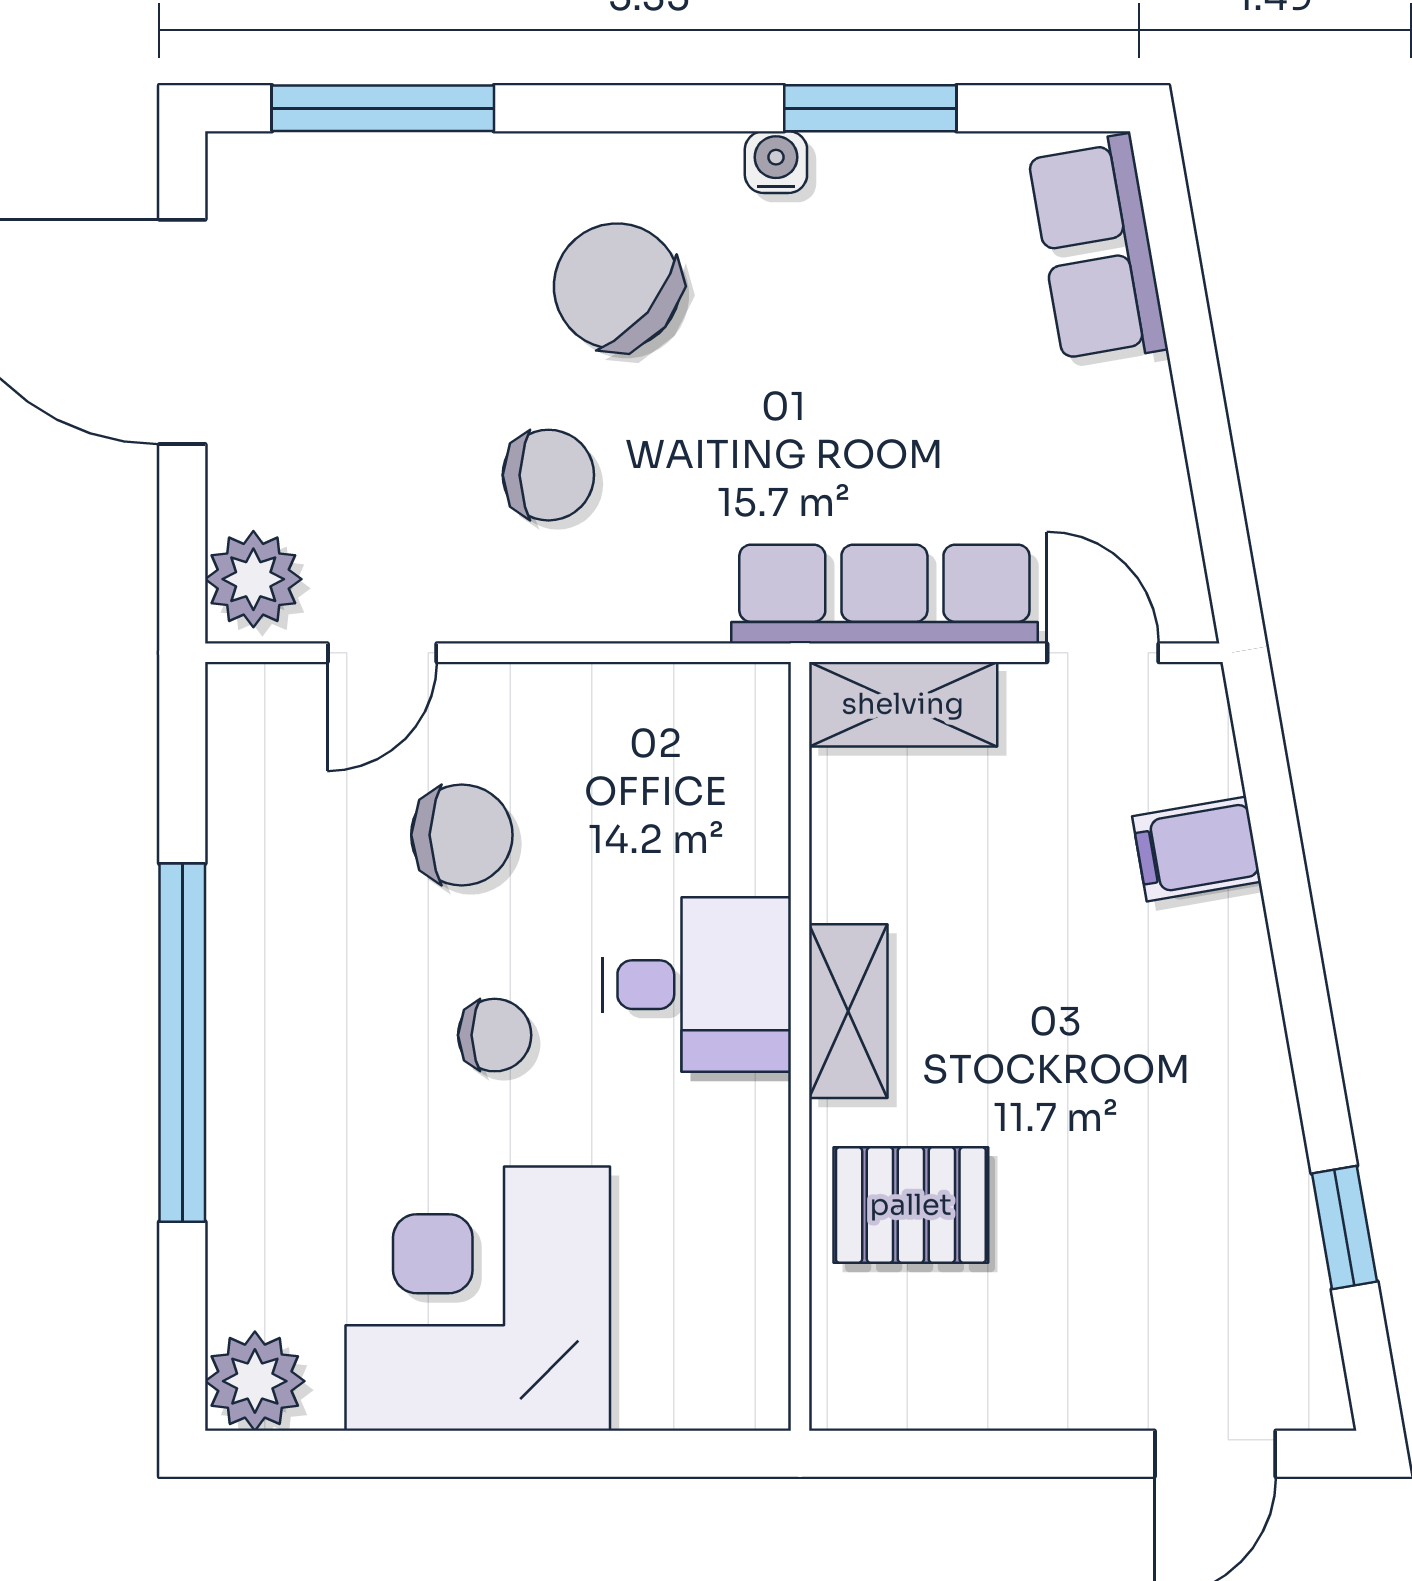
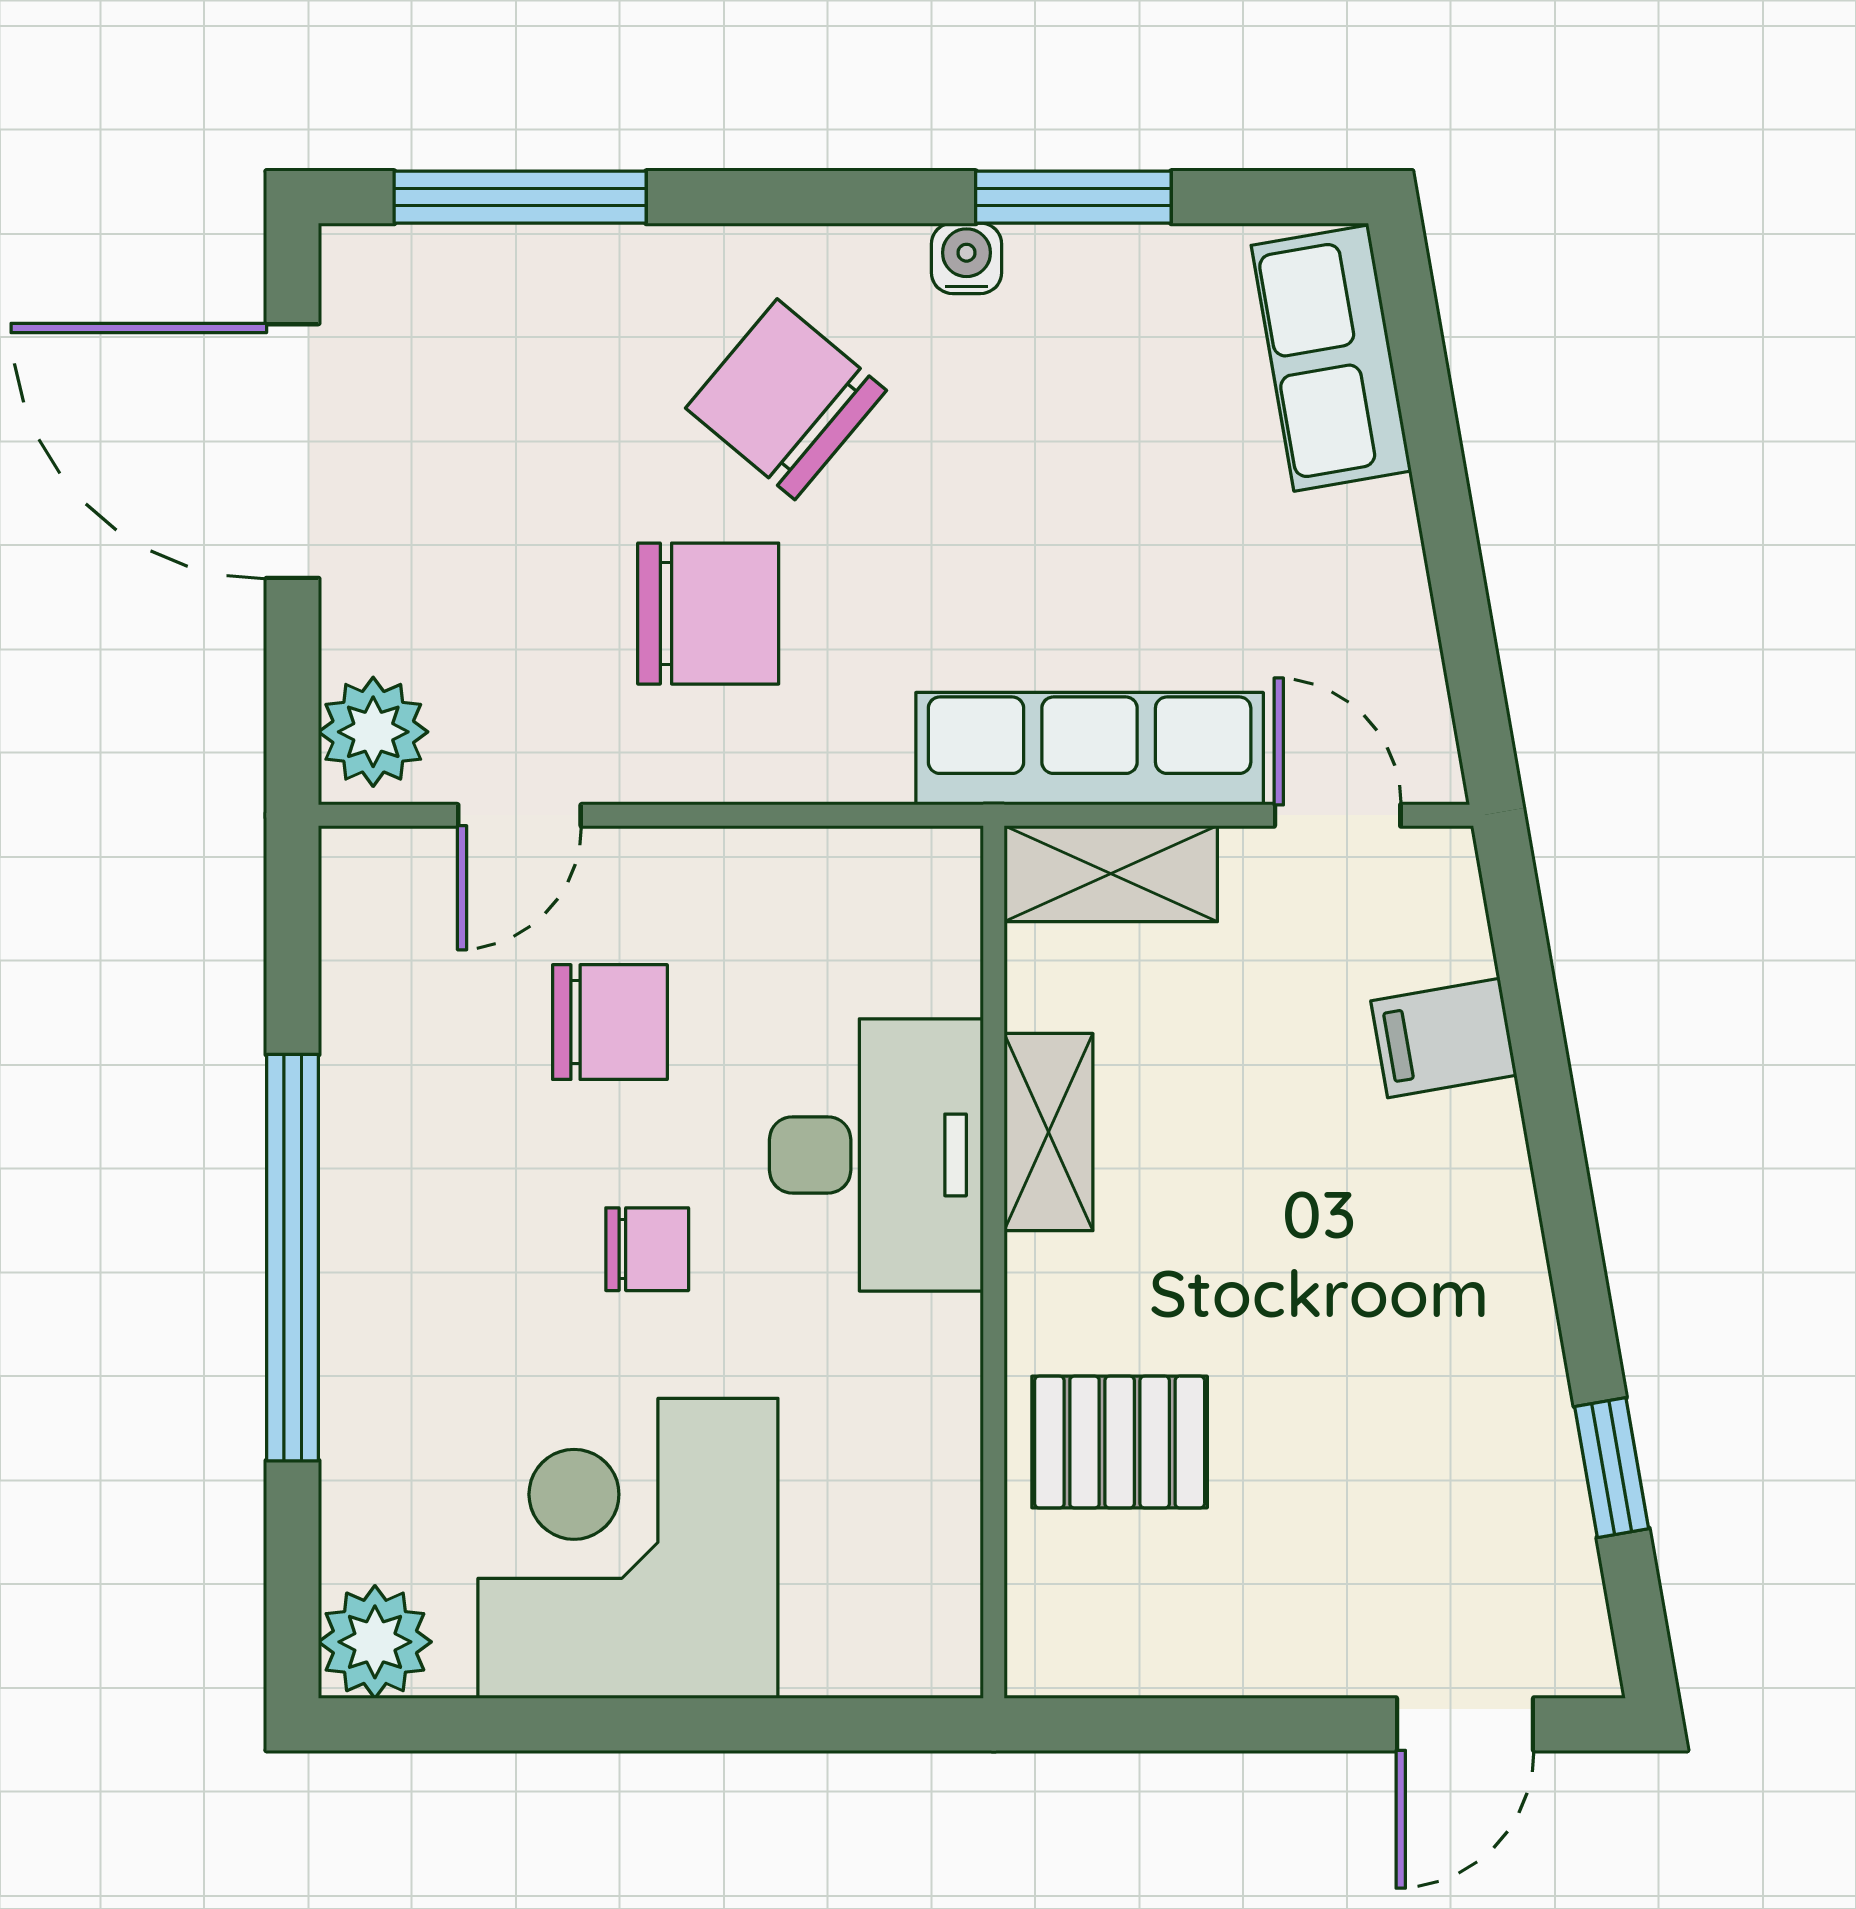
chair: (548, 475) -> (708, 614), width x1.37, depth x1.37
desk: (697, 985) -> (876, 1155), width x1.37
shelving: (848, 1011) -> (1049, 1132), moved

